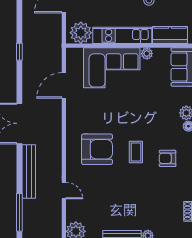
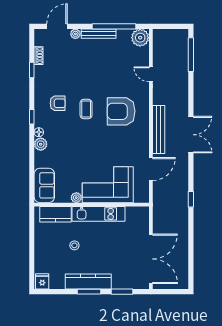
plant: (81, 33) -> (136, 216), removed
bench: (29, 171) -> (159, 130), moved

